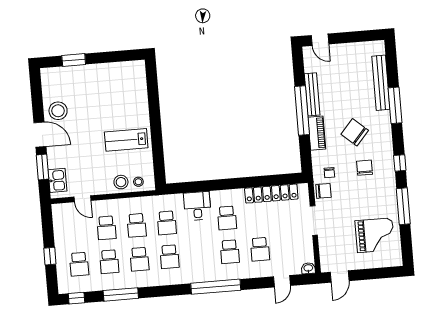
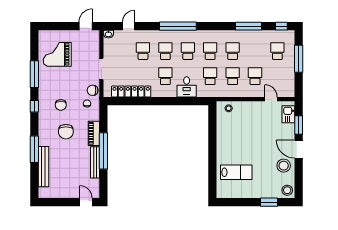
chair: (355, 132) -> (66, 132), turned 49
lab bench: (126, 140) -> (236, 172), moved
stool: (121, 182) -> (287, 190), moved
window: (50, 256) -> (299, 59), width x2.17
school desk: (109, 262) -> (188, 51), moved

